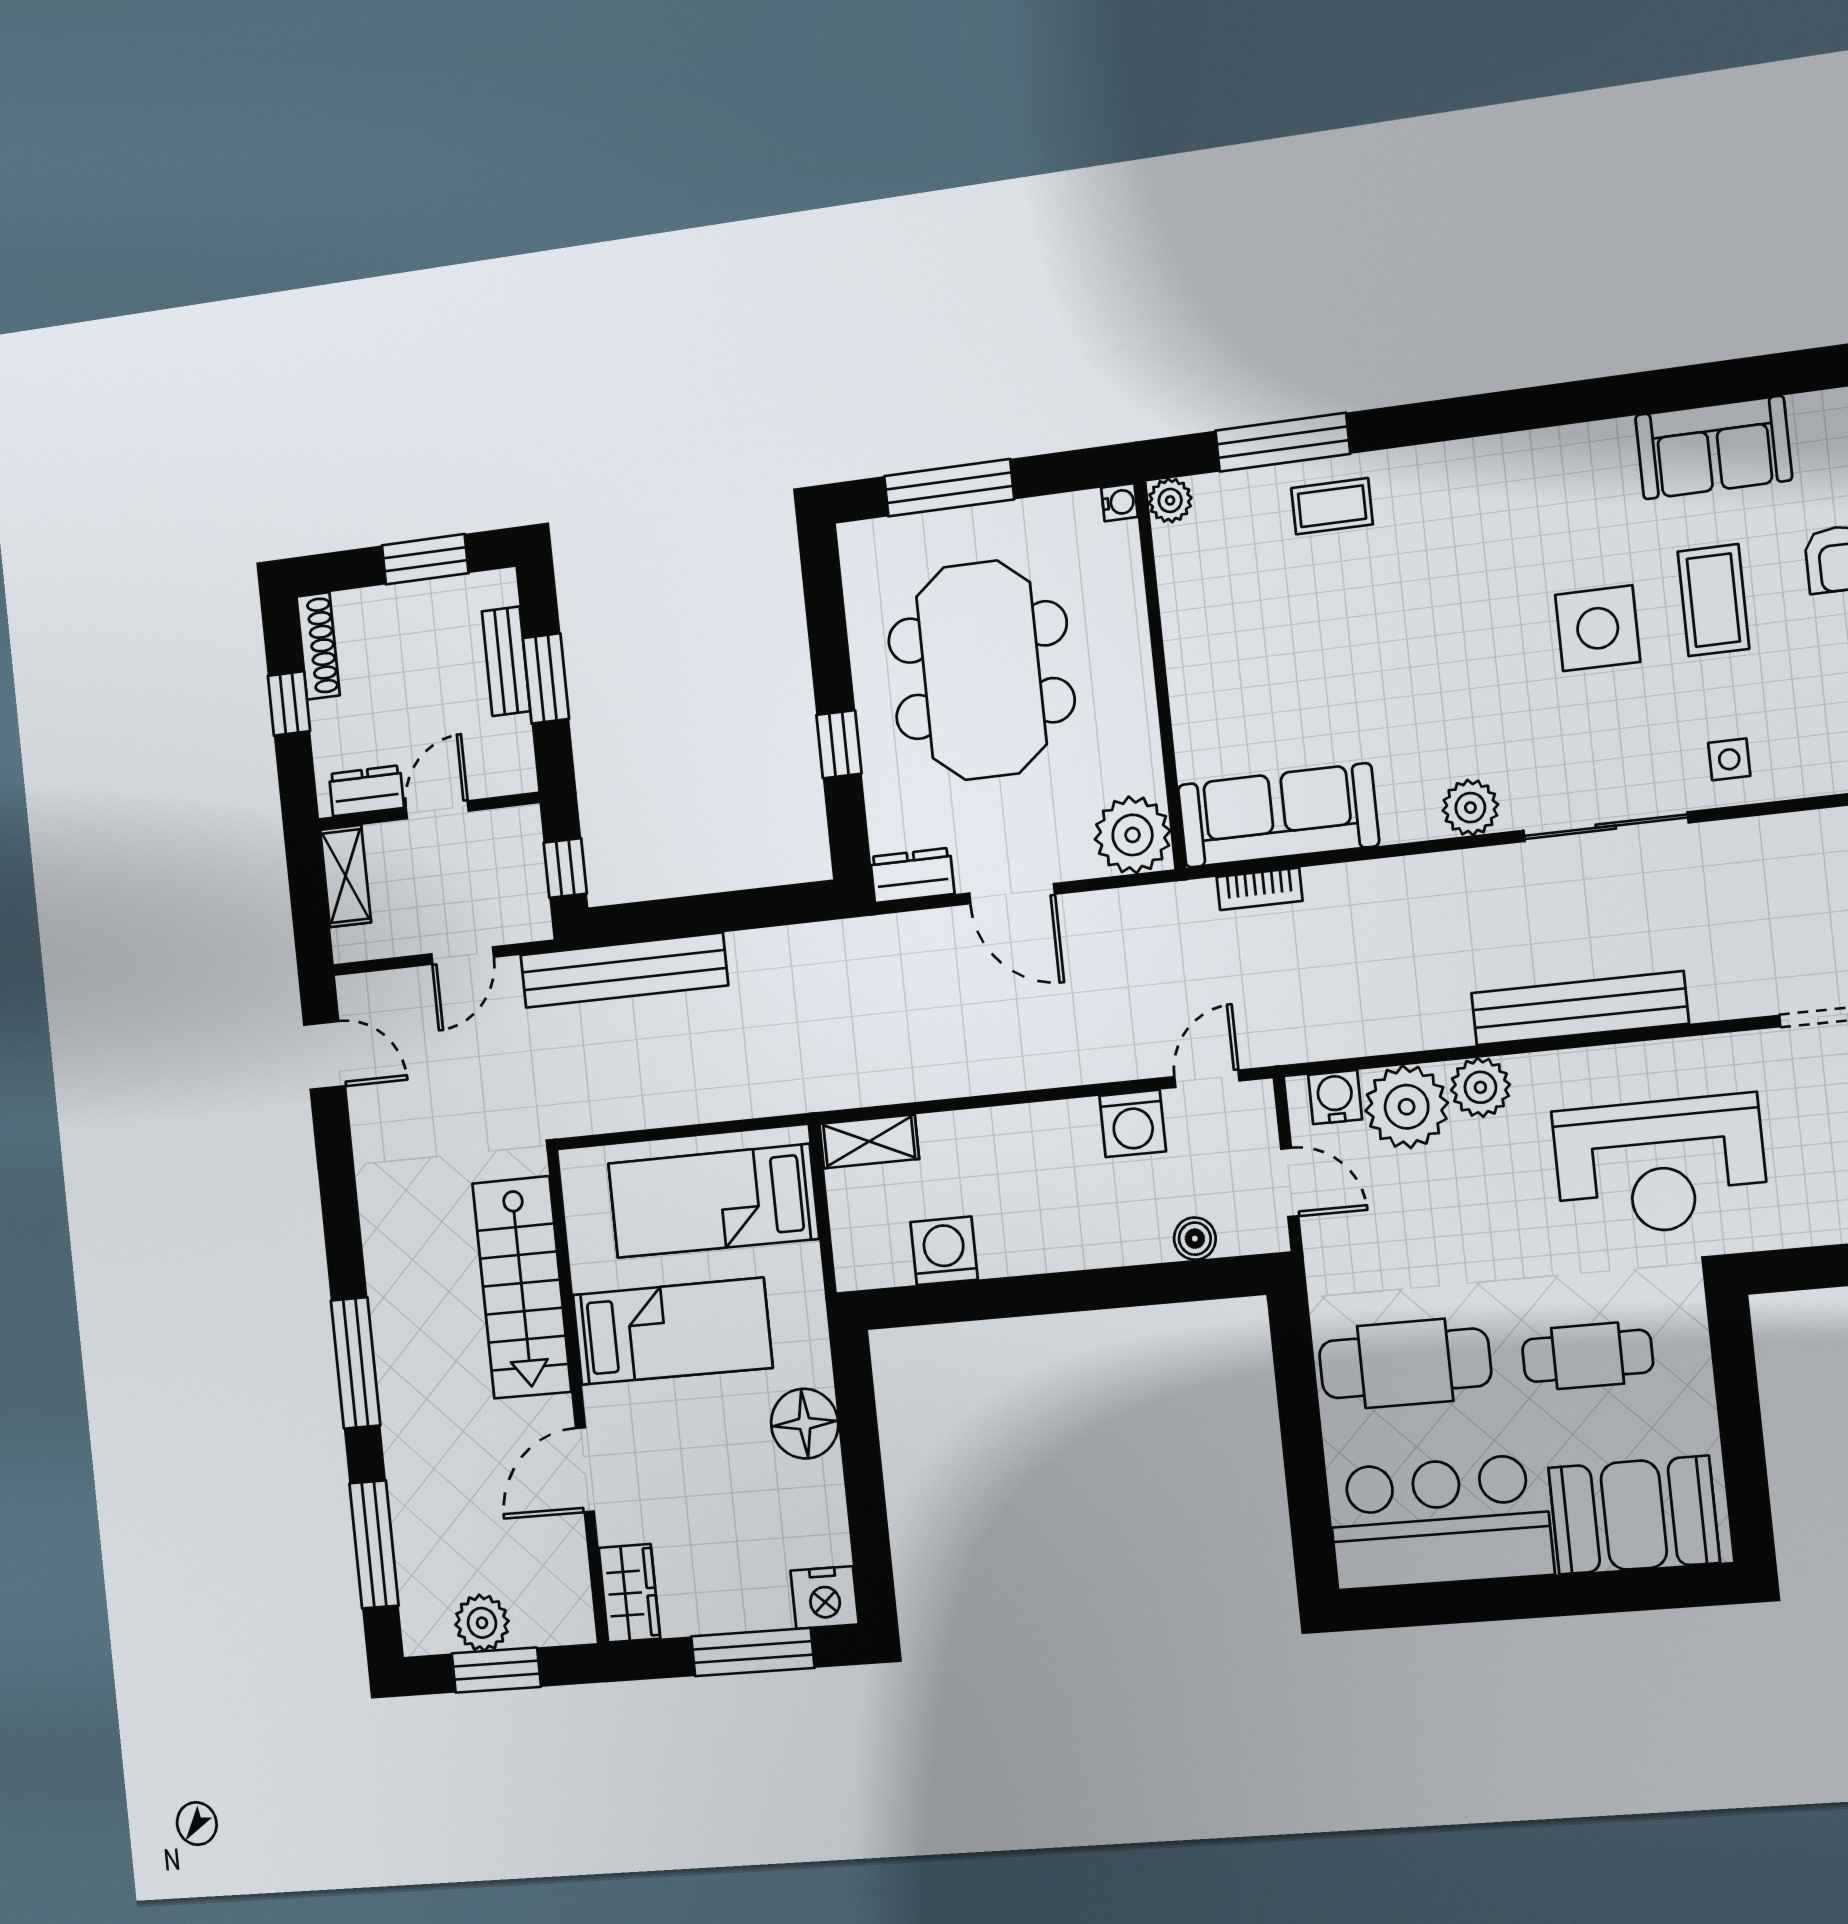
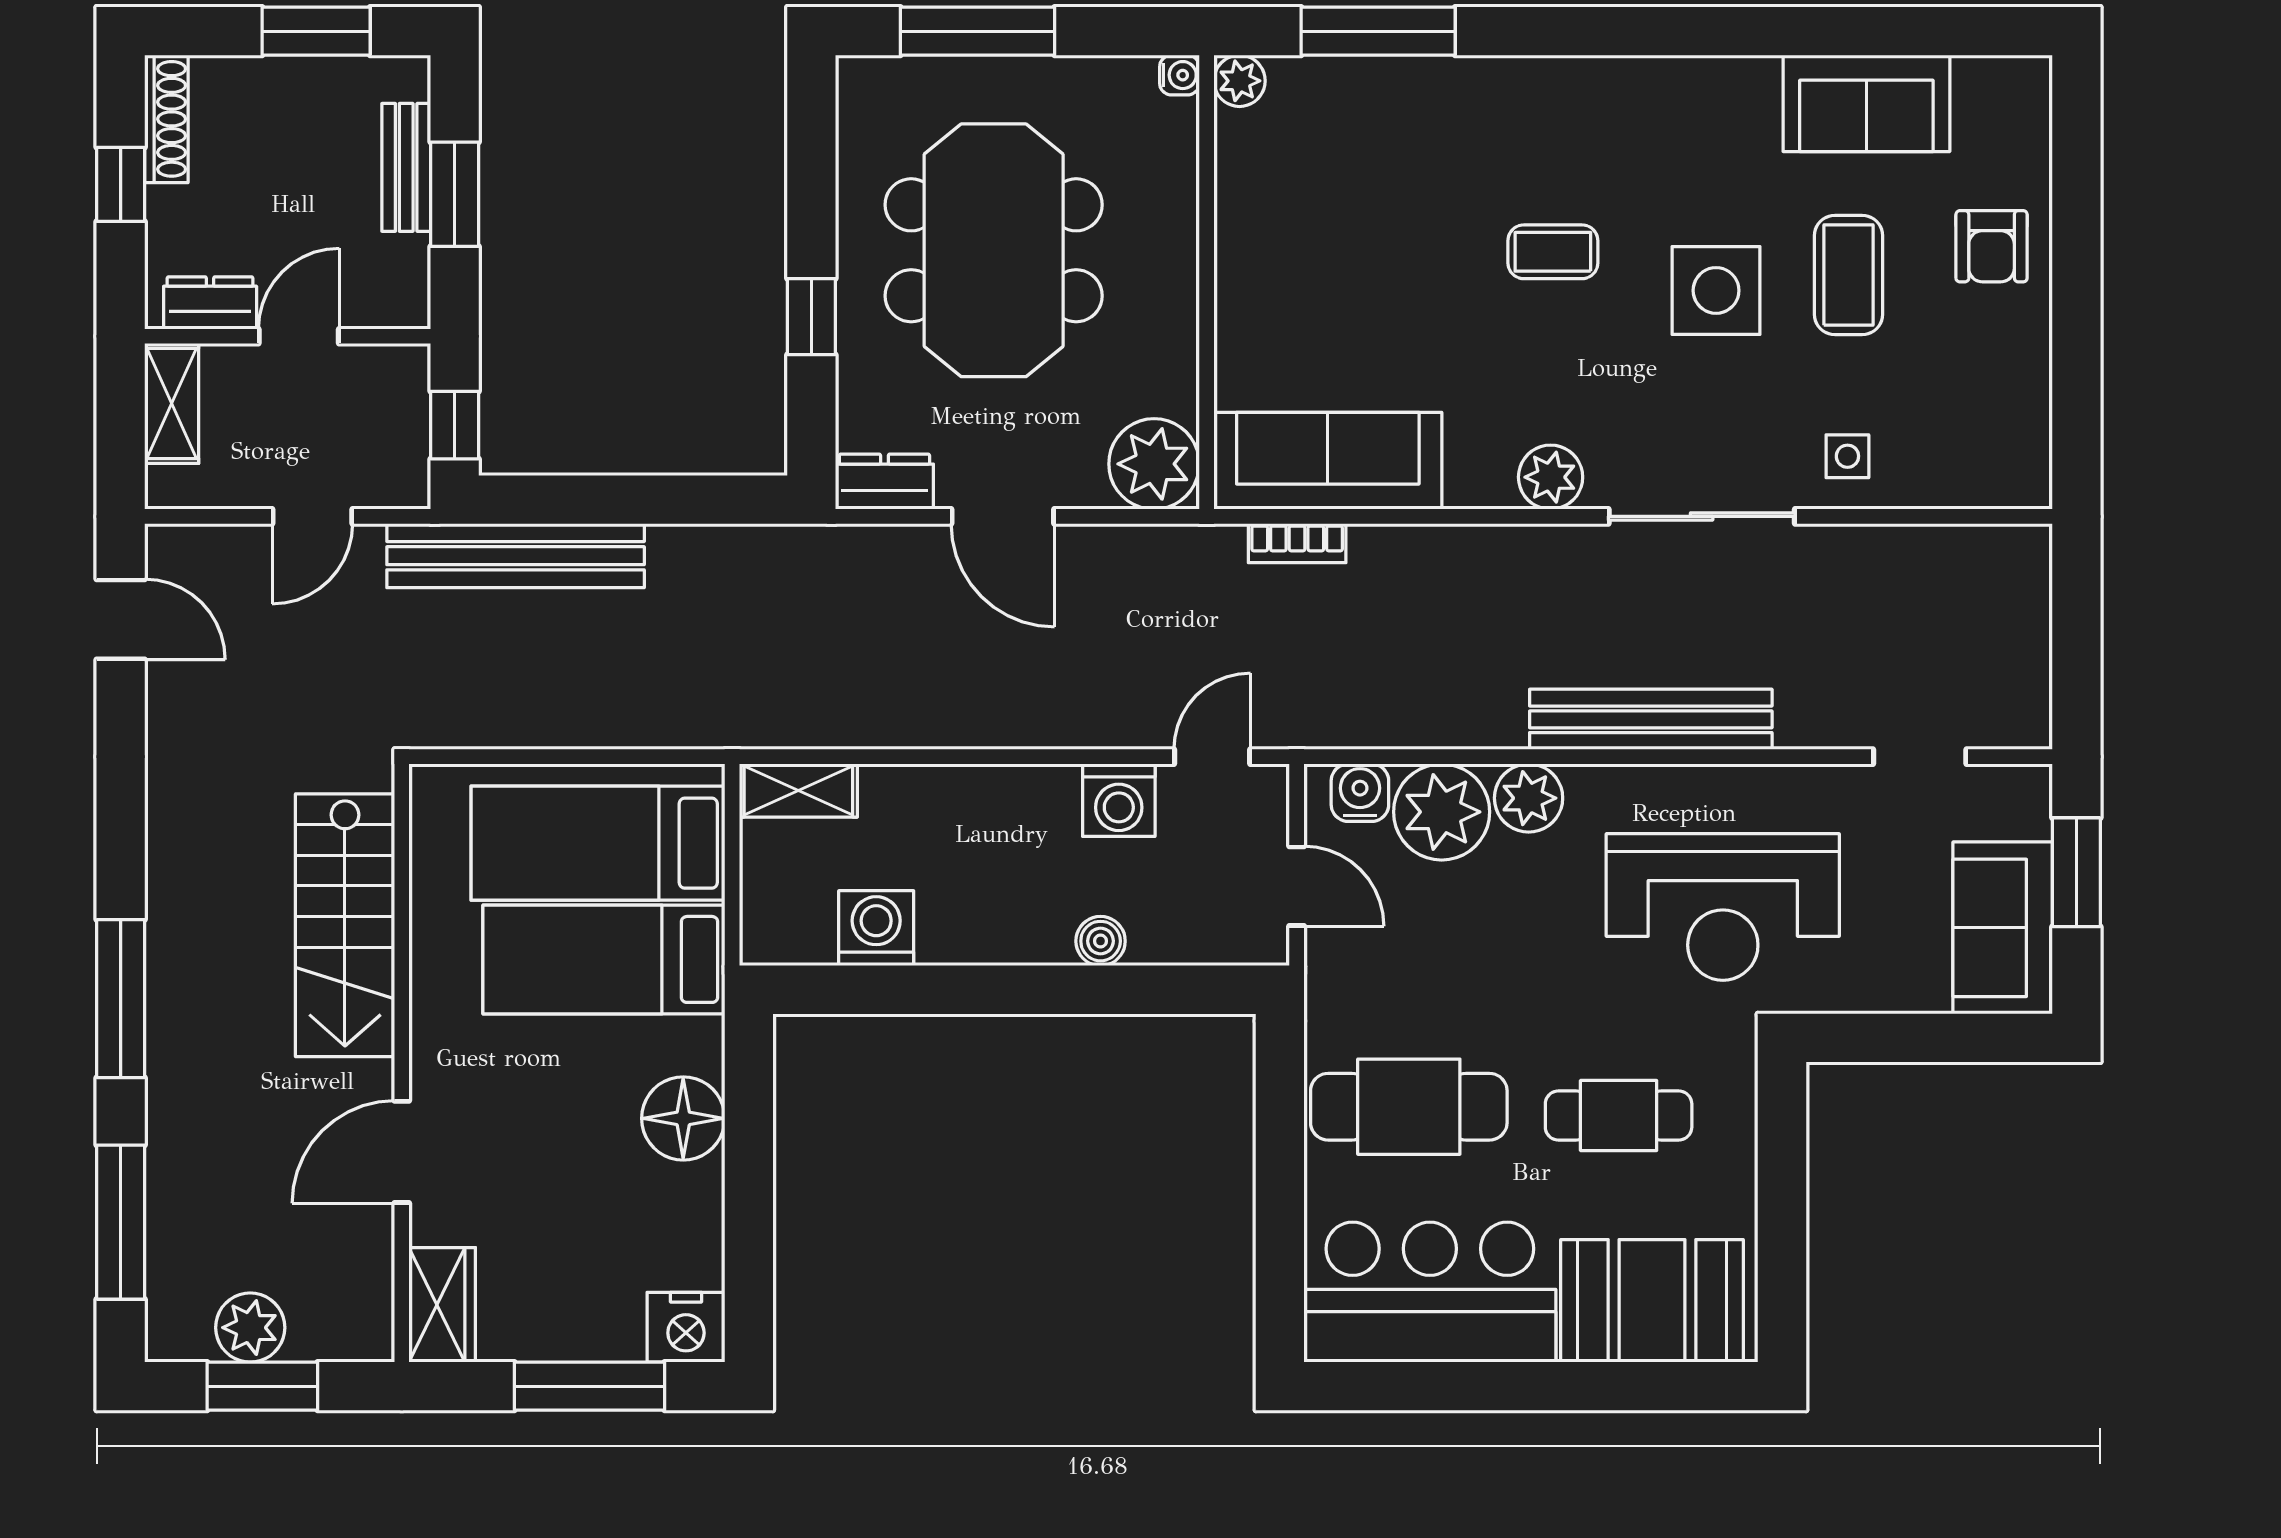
coffee table: (1332, 506) -> (1553, 252), moved
boiler: (1195, 1239) -> (1101, 941), moved
bed: (672, 1331) -> (604, 959), moved, turned 180

